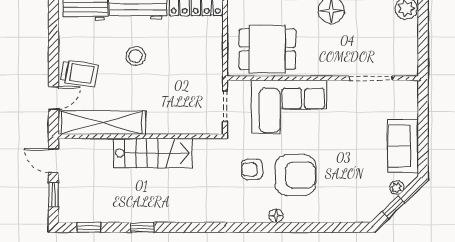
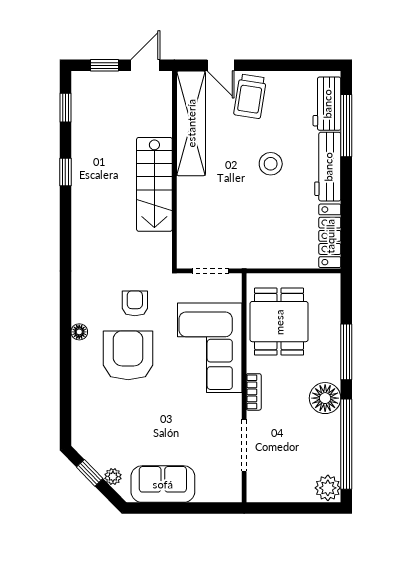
bookcase: (326, 70) -> (254, 392), added
armchair: (295, 175) -> (128, 355), turned 180

